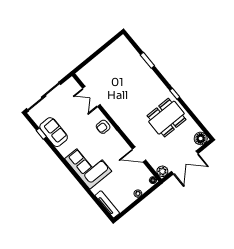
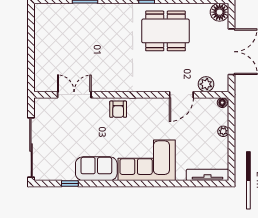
double door: (91, 97) -> (74, 95), swing flipped
dining table: (167, 118) -> (166, 31), turned 90
sofa: (54, 132) -> (96, 169), moved
plant: (162, 171) -> (206, 84), moved

